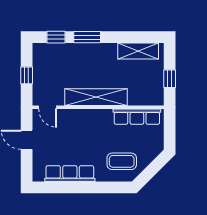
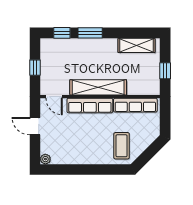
coffee table: (122, 161) -> (122, 146), turned 90
row of seats: (70, 174) -> (90, 106), moved, turned 180
plant: (38, 176) -> (45, 159), added

